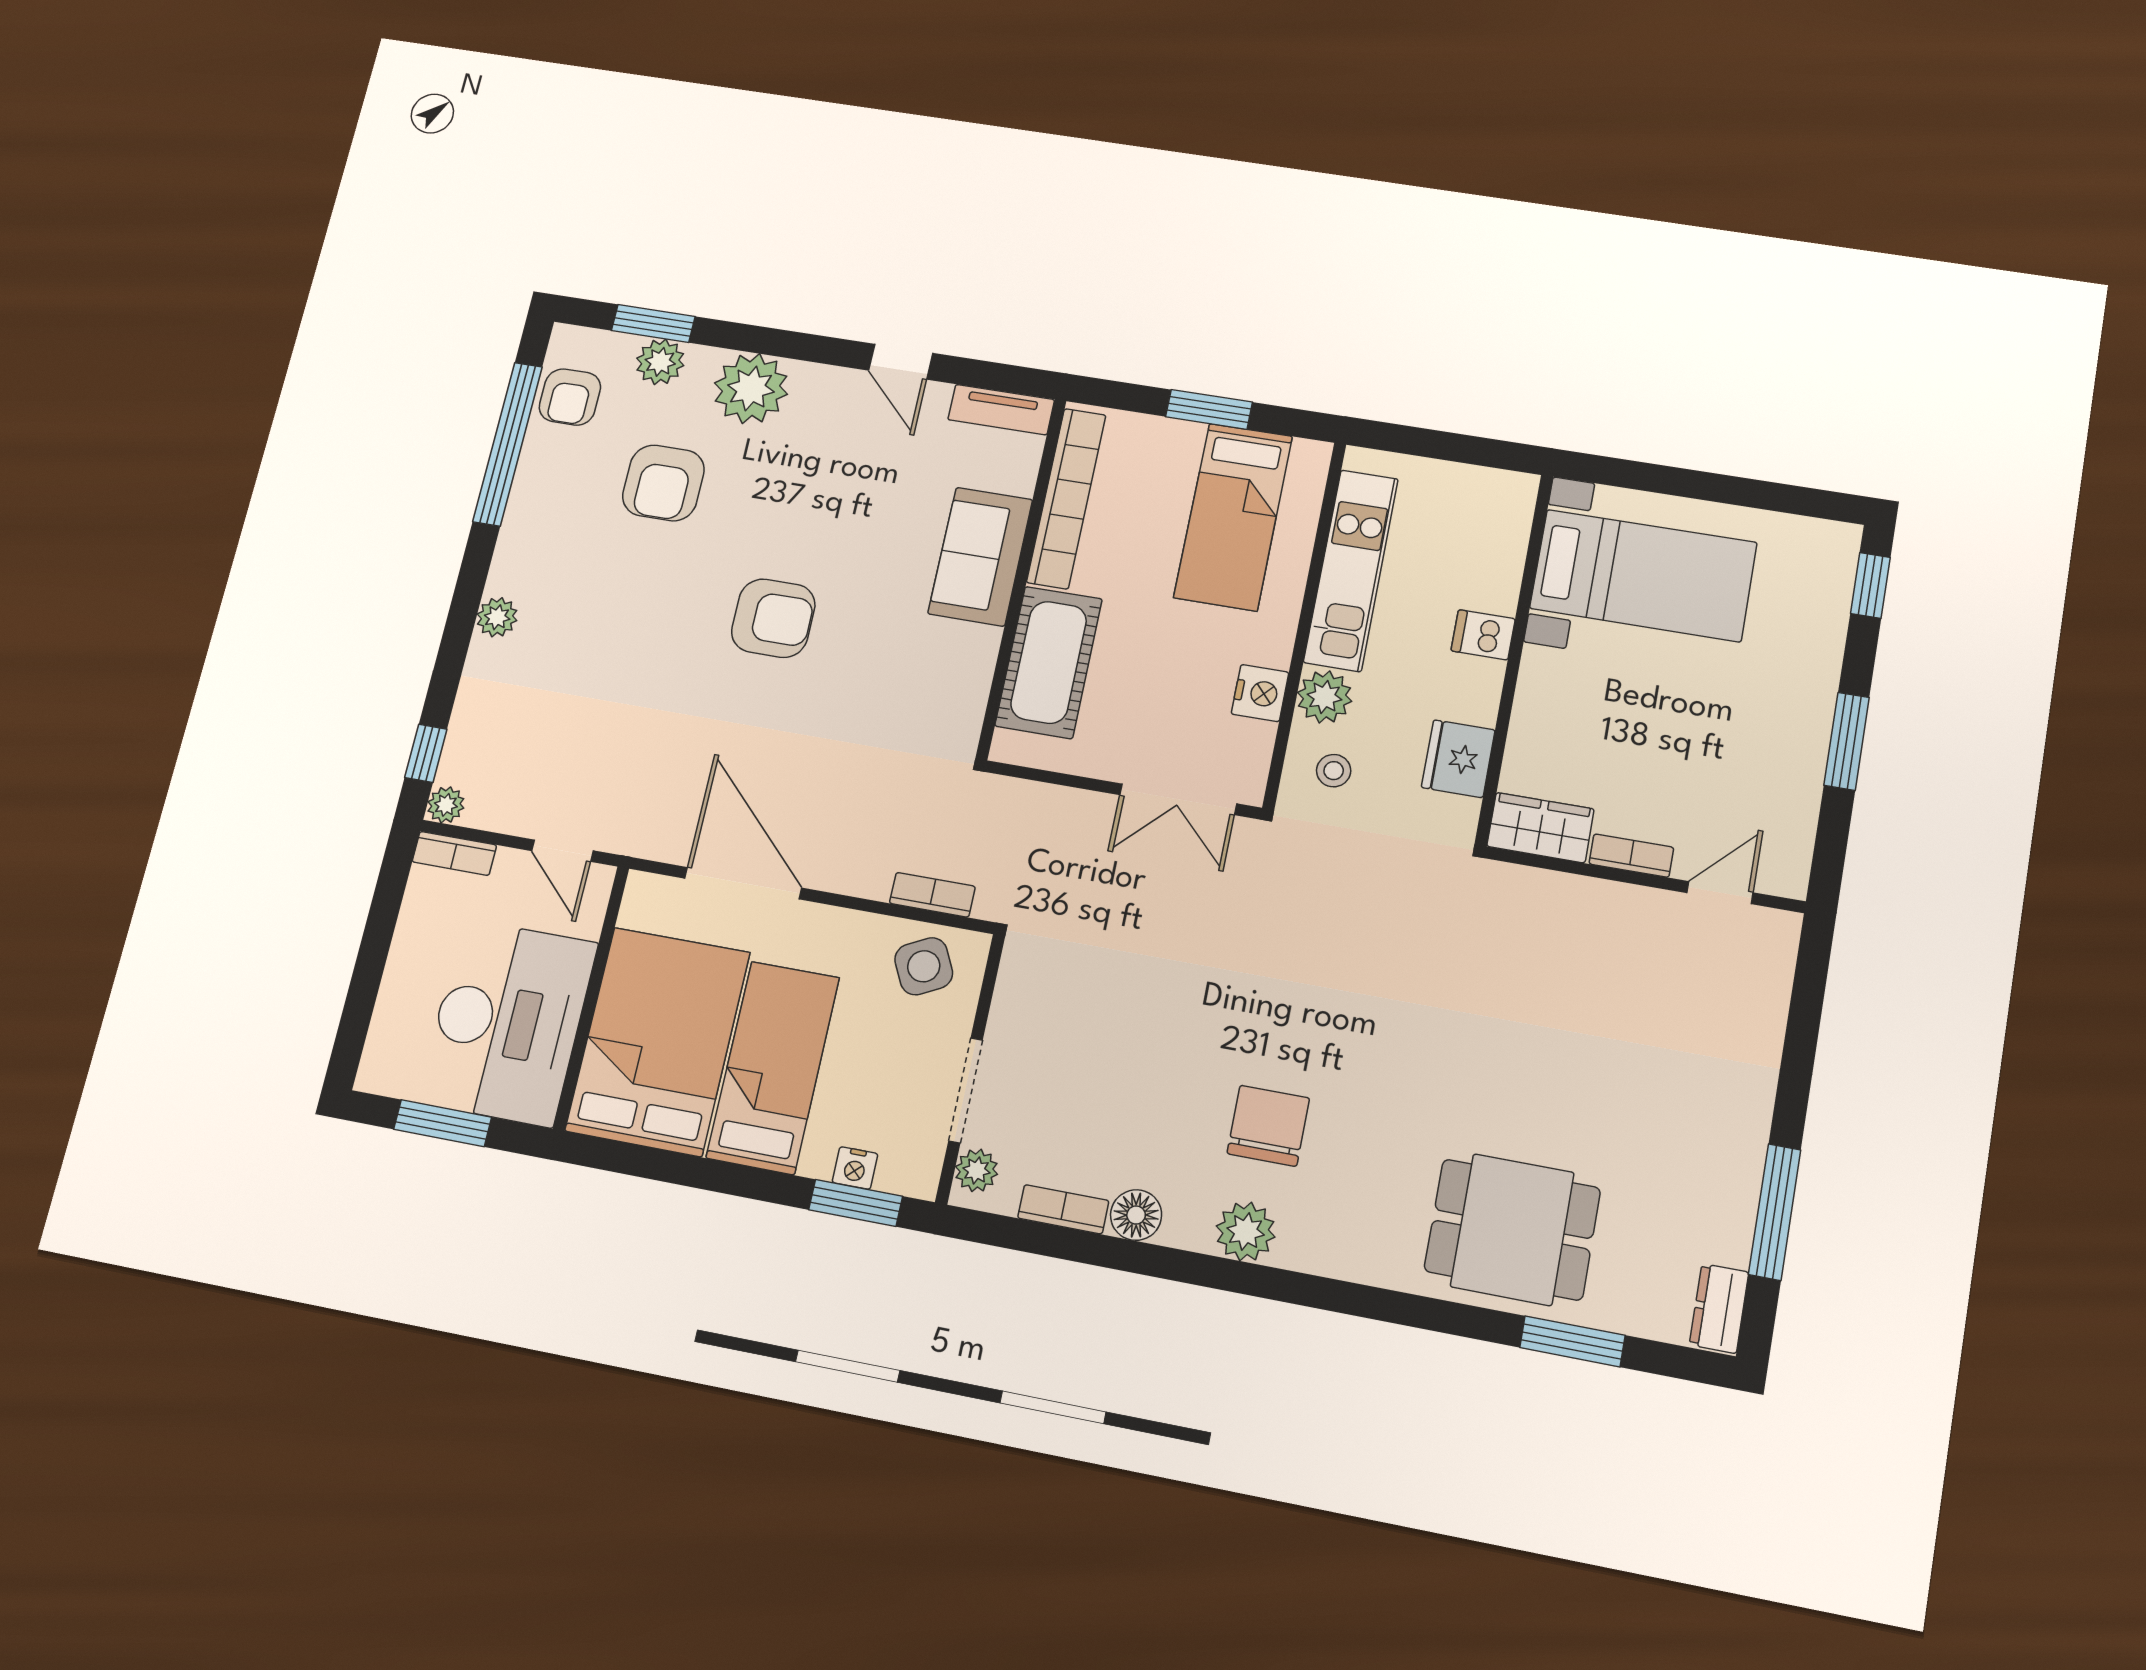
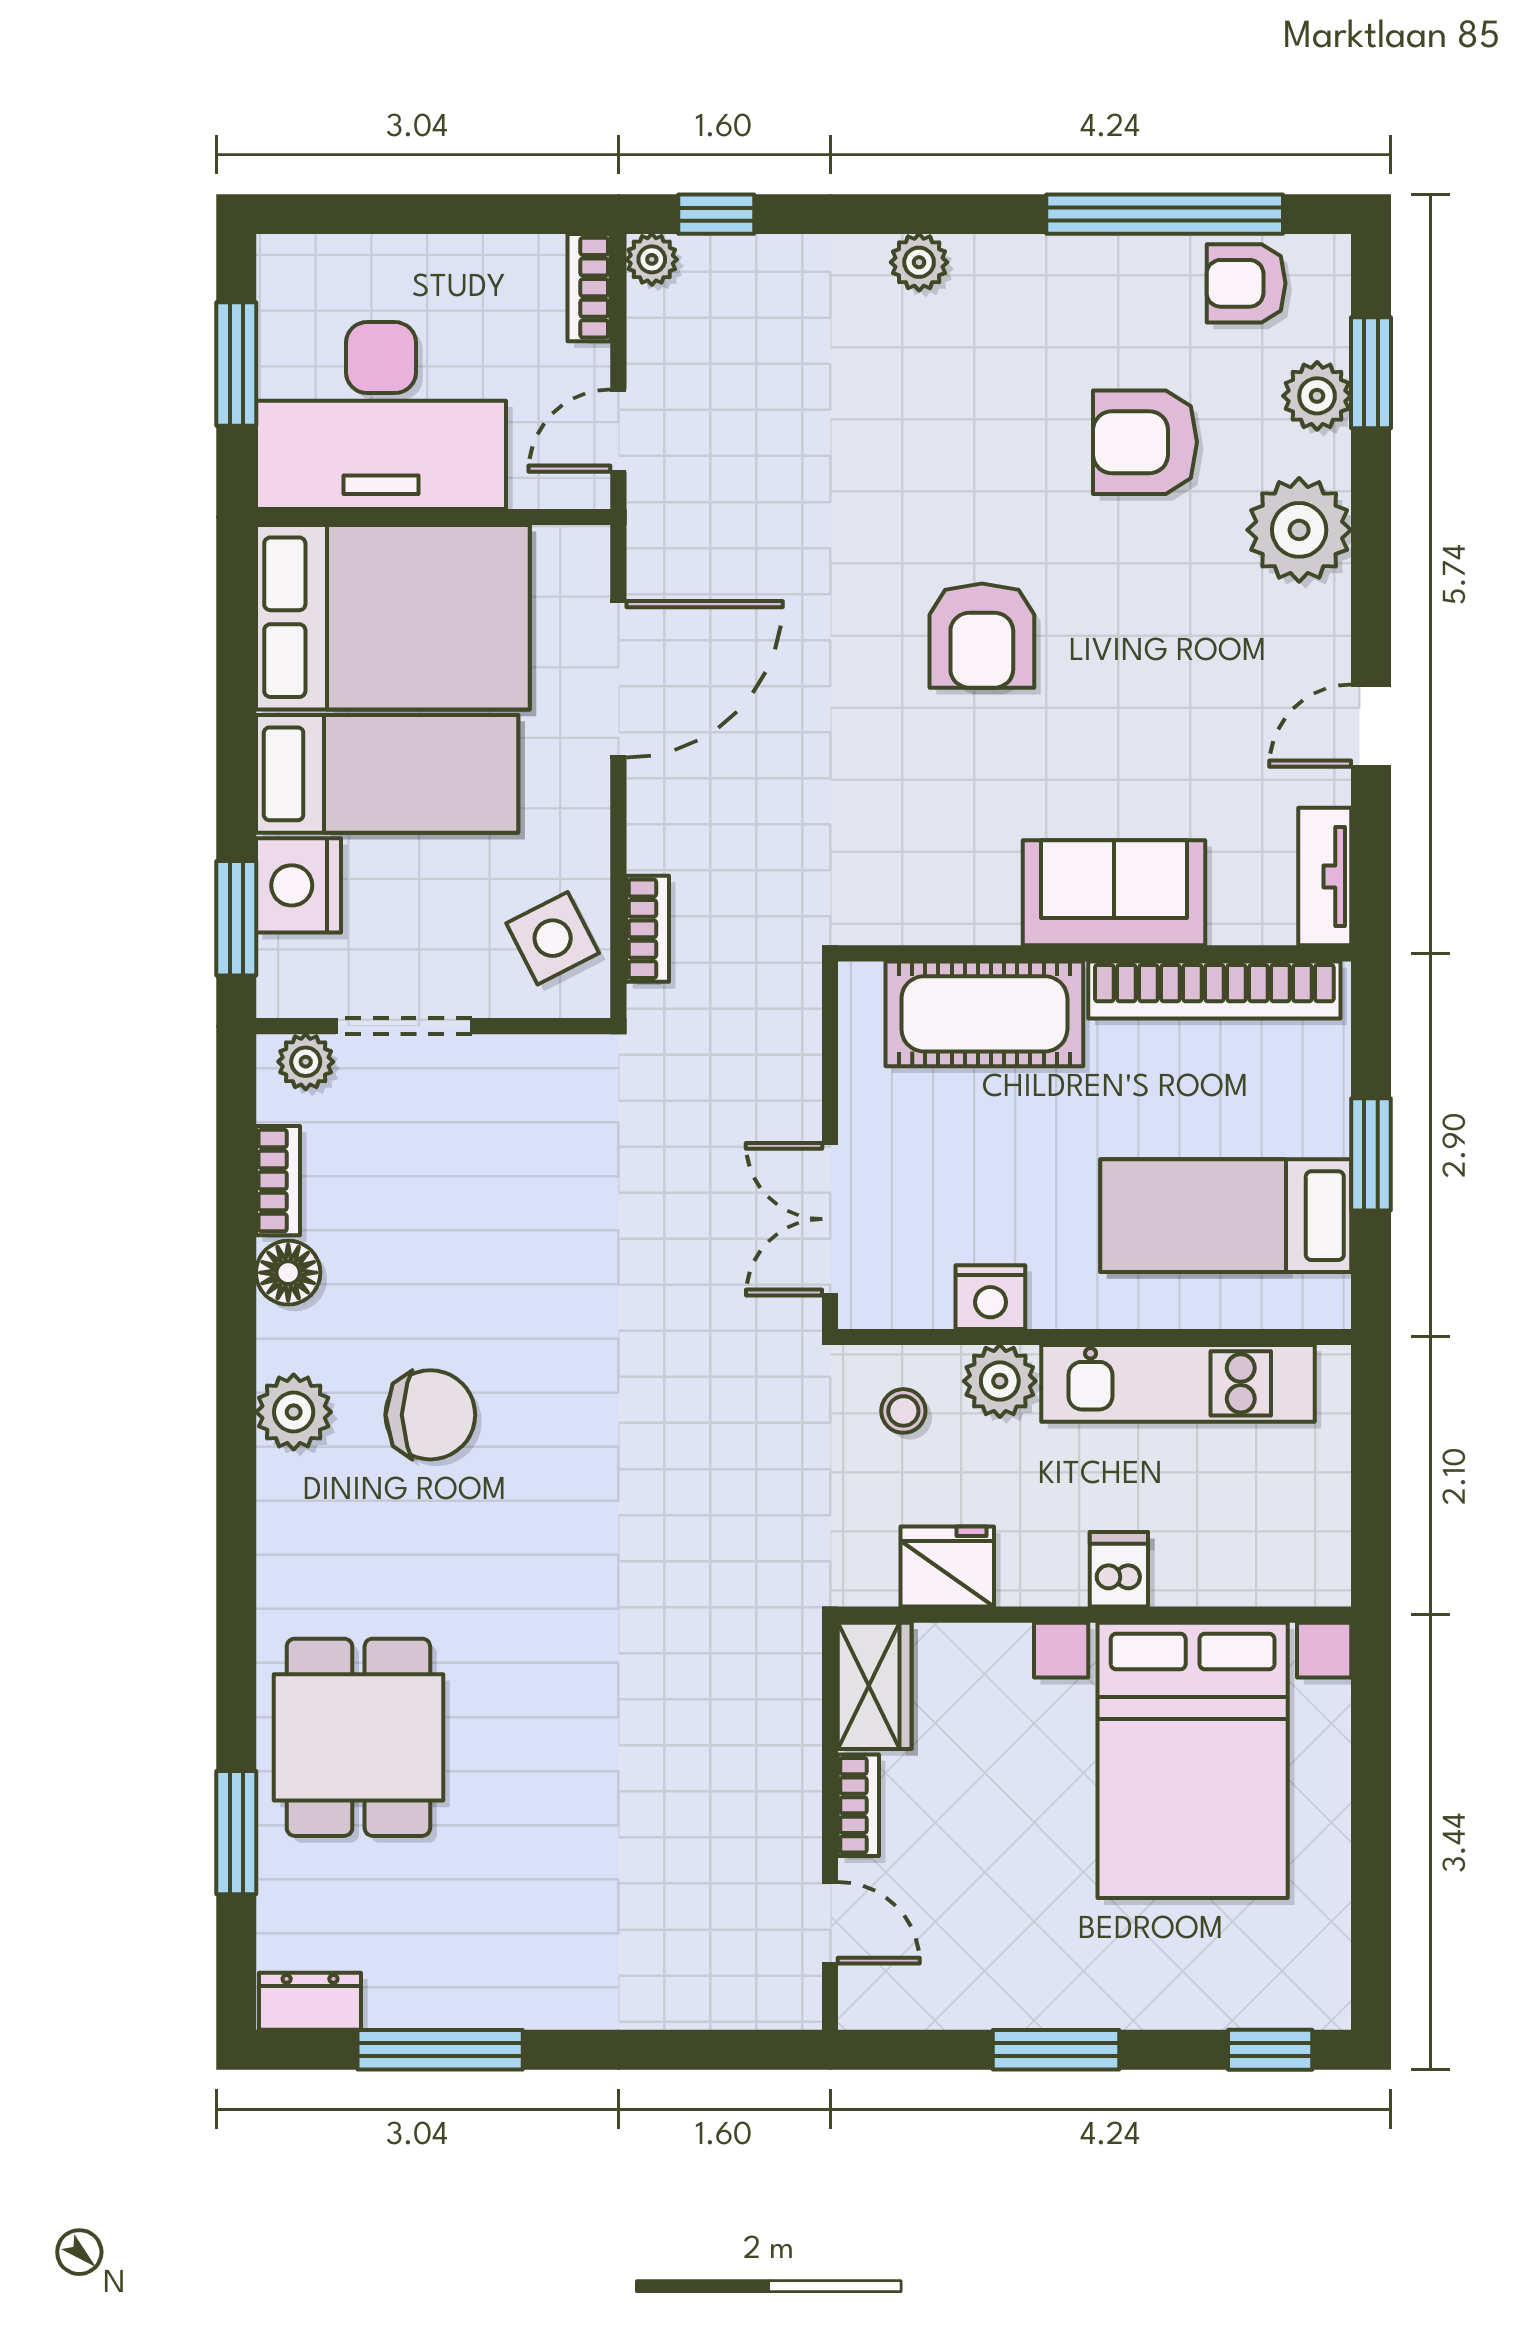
bed with nightstands: (1643, 575) -> (1193, 1760), width x1.36
nightstand: (855, 1168) -> (298, 885), width x1.89, depth x1.79

